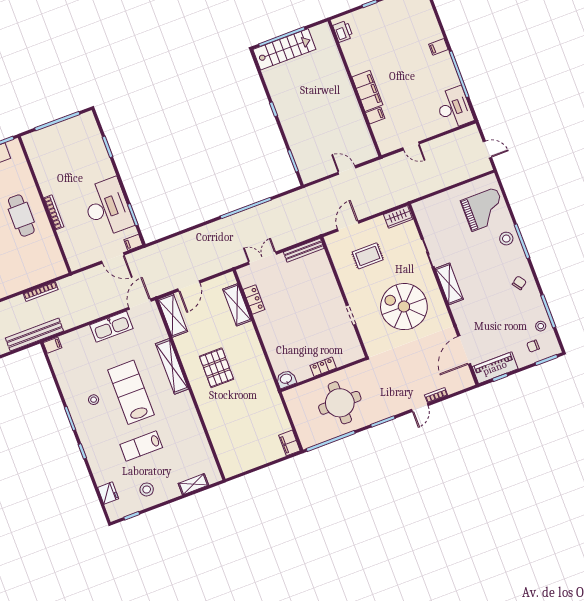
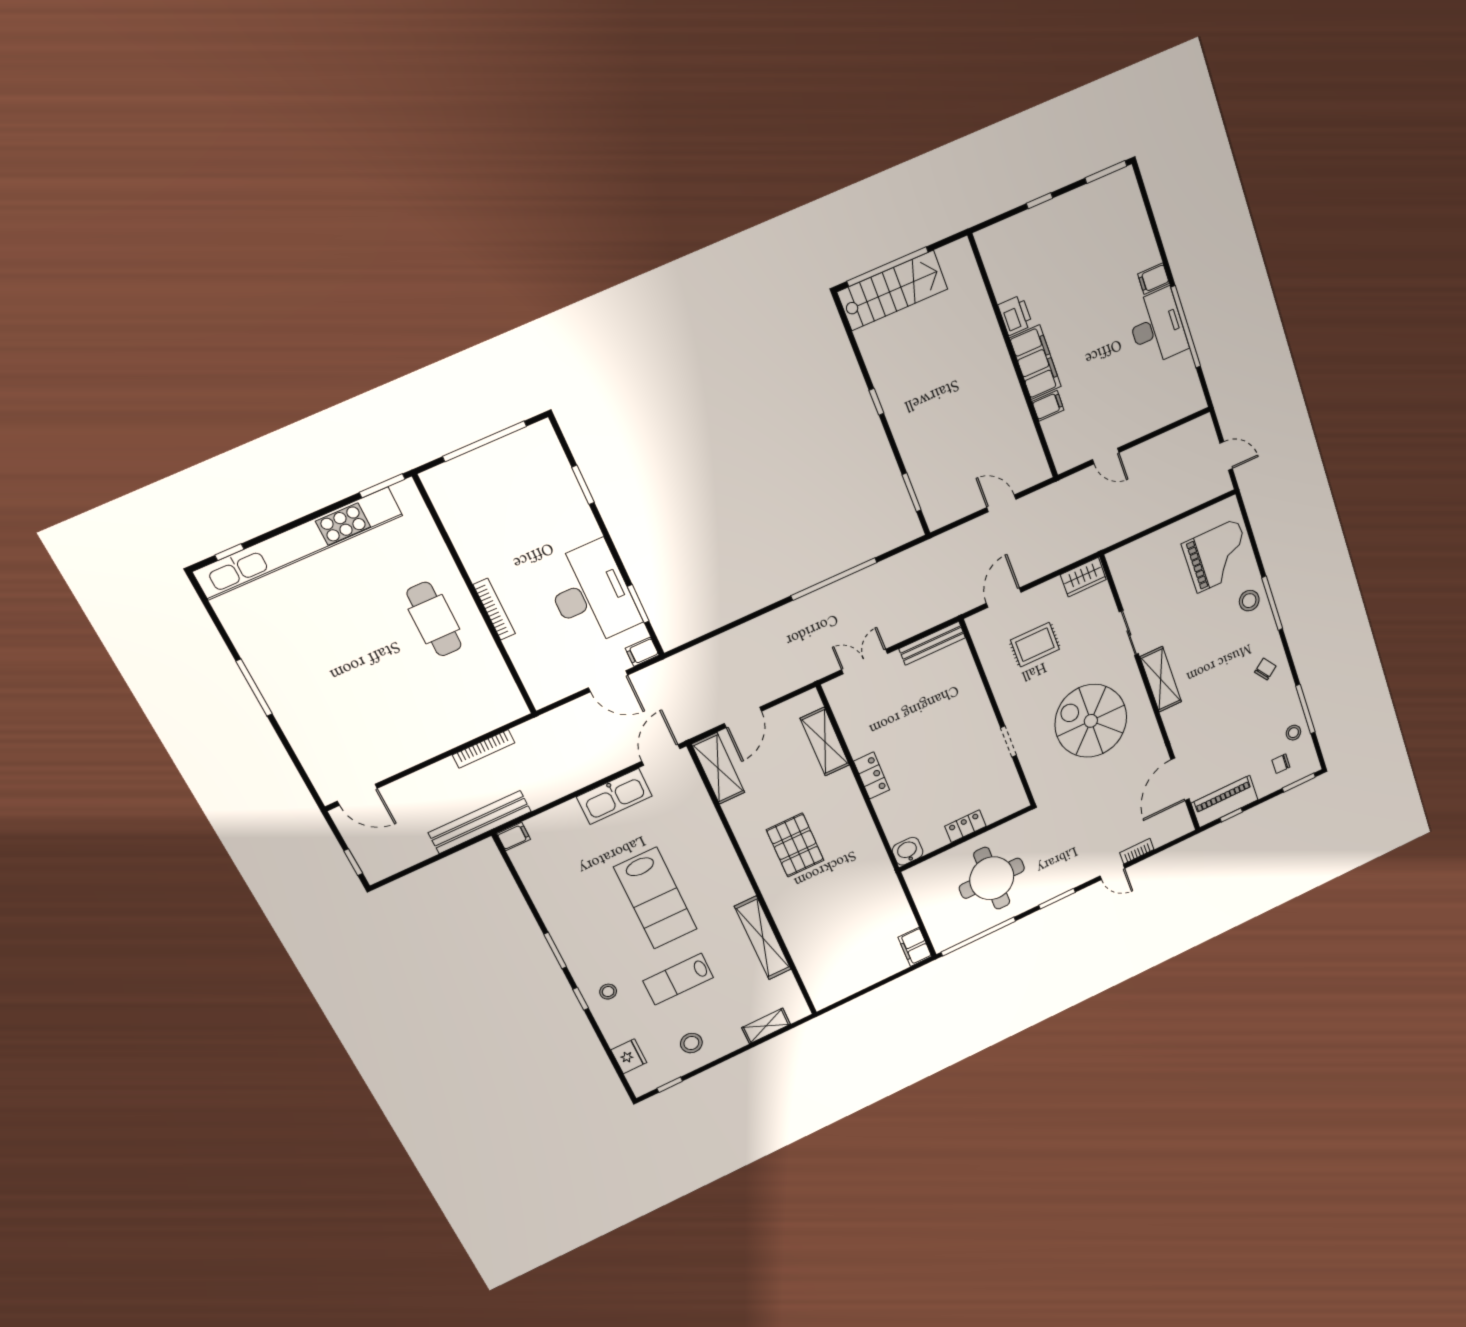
printer: (343, 31) -> (1015, 315), moved
desk: (454, 108) -> (1157, 327), moved
locker: (254, 299) -> (872, 776), moved
shelving: (172, 366) -> (763, 938), moved
lab bench: (131, 392) -> (655, 898), turned 180
stool: (94, 400) -> (608, 992), moved
door: (420, 408) -> (1112, 872), hinge flipped

